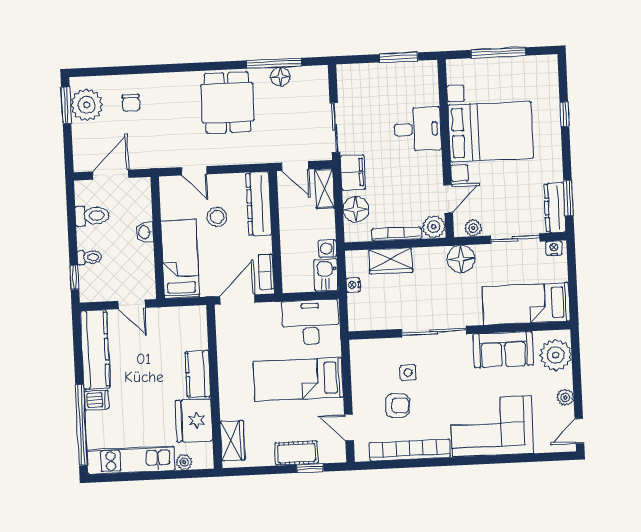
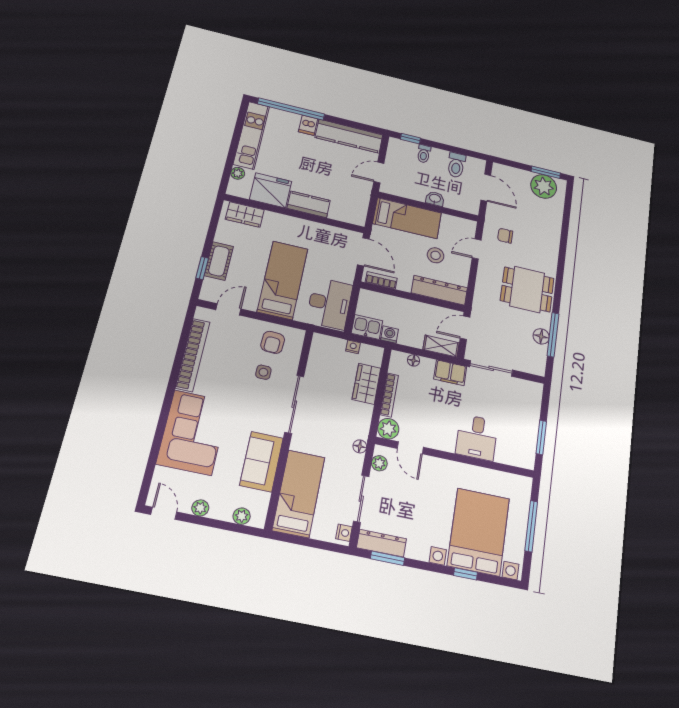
chair: (131, 103) -> (505, 236), moved
bed with nightstands: (491, 132) -> (478, 532), moved, turned 180
floor lamp: (356, 209) -> (414, 360), width x0.53, depth x0.53
floor lamp: (461, 259) -> (360, 446), width x0.53, depth x0.53
plant: (556, 355) -> (242, 516), width x0.53, depth x0.53
armchair: (398, 406) -> (273, 342), moved

